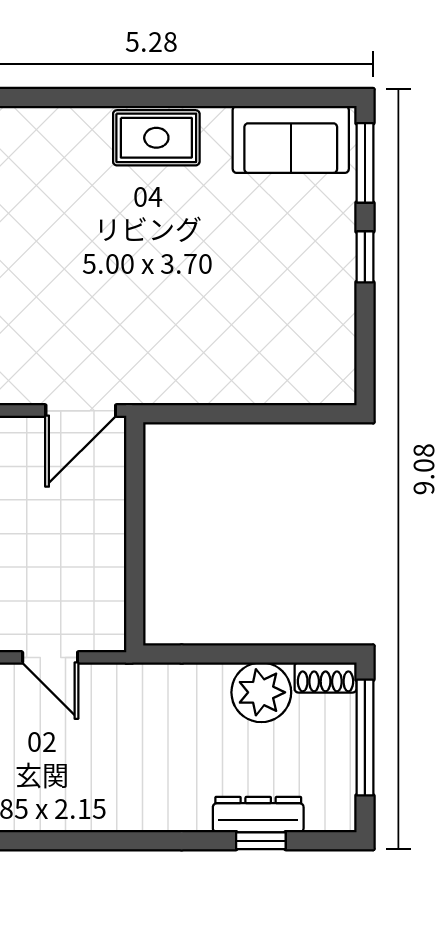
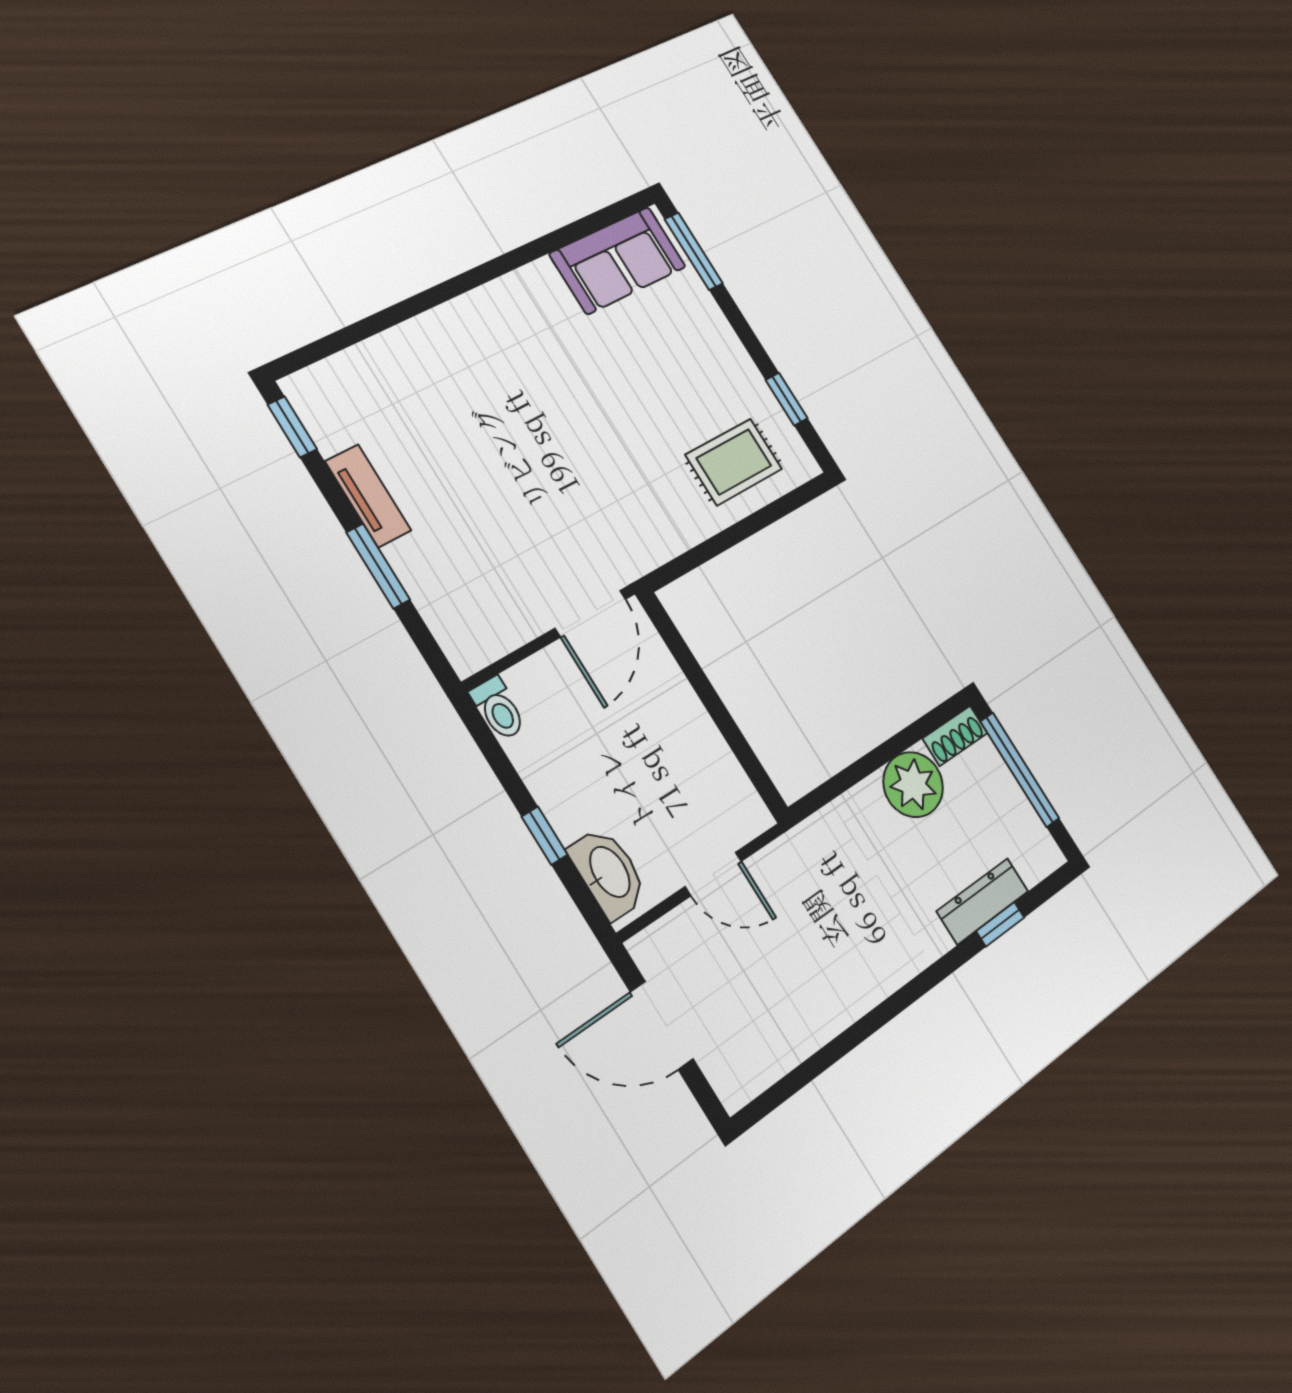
rug: (156, 138) -> (734, 462), moved
window: (365, 257) -> (787, 399), moved

